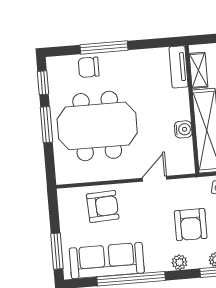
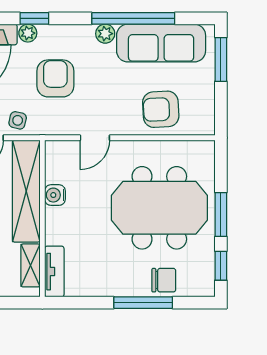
plant: (179, 262) -> (105, 34), moved

